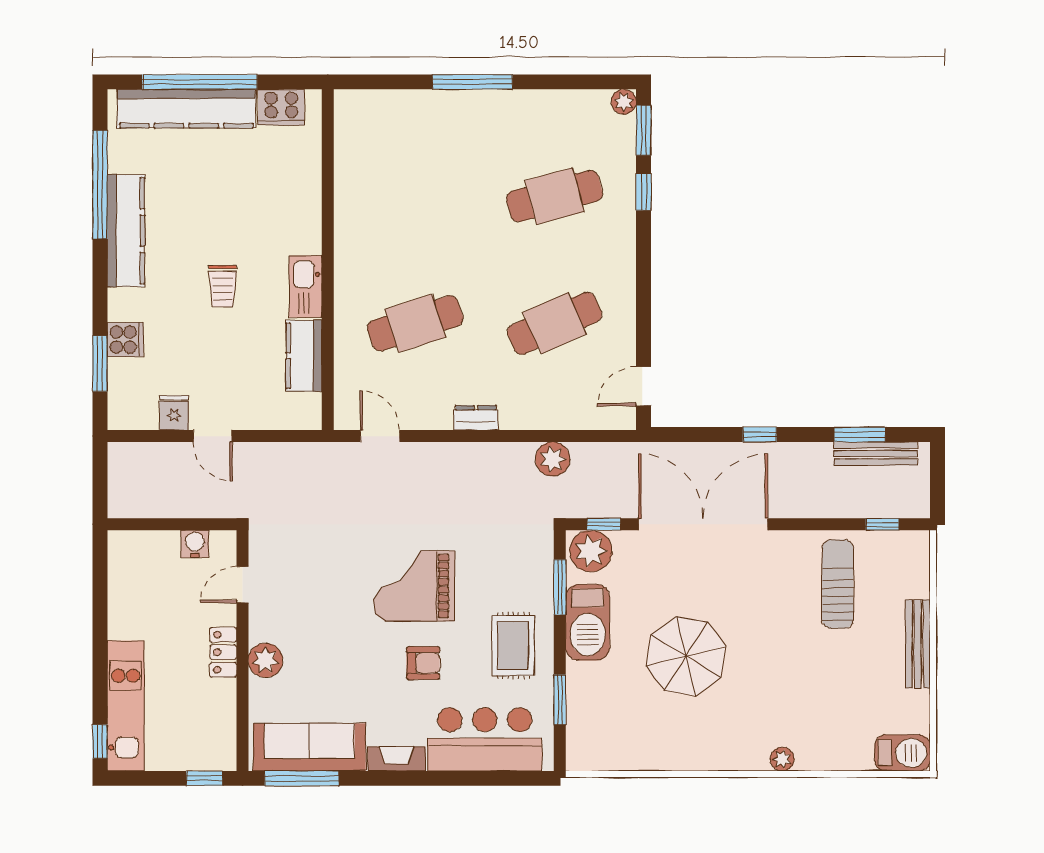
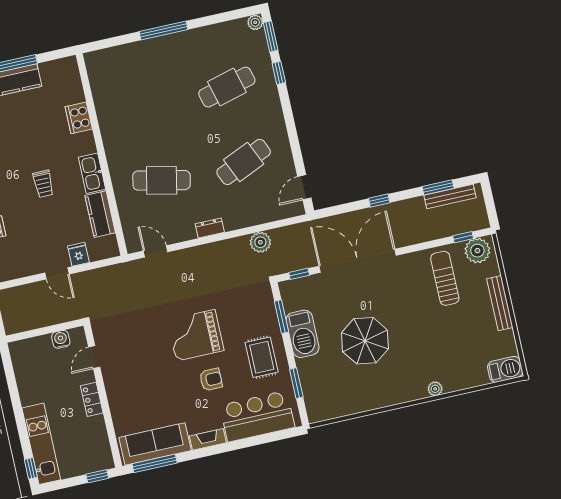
cooker: (281, 107) -> (79, 118), moved, turned 90
cafe table: (415, 323) -> (162, 180), turned 30
fridge: (174, 413) -> (78, 254), moved
plant: (591, 551) -> (477, 251), moved
plant: (265, 660) -> (118, 399), removed

